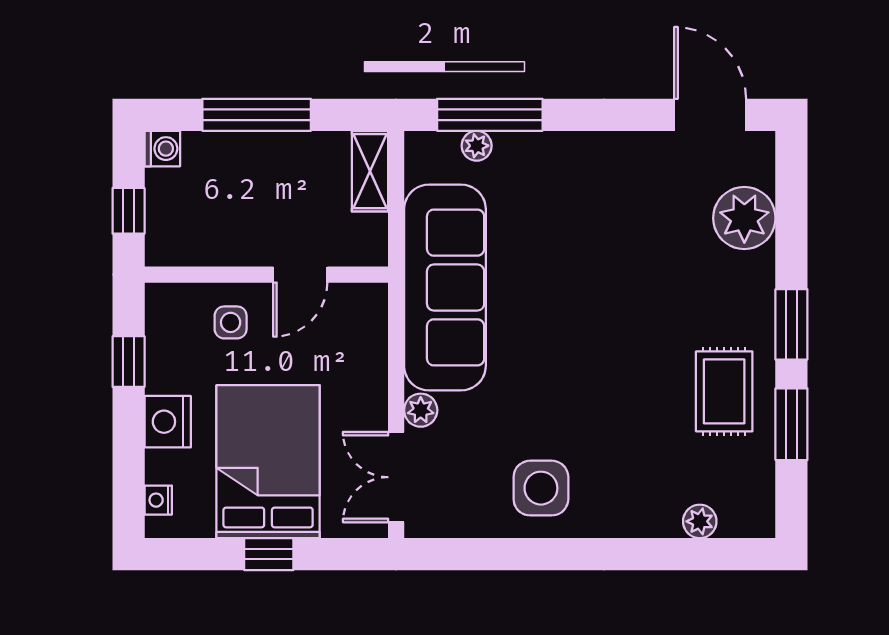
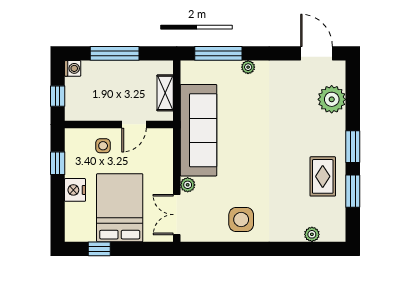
plant: (477, 146) -> (248, 67), moved
shelving: (370, 171) -> (165, 93), moved
nightstand: (158, 500) -> (71, 225), removed
window: (269, 554) -> (99, 249), moved

